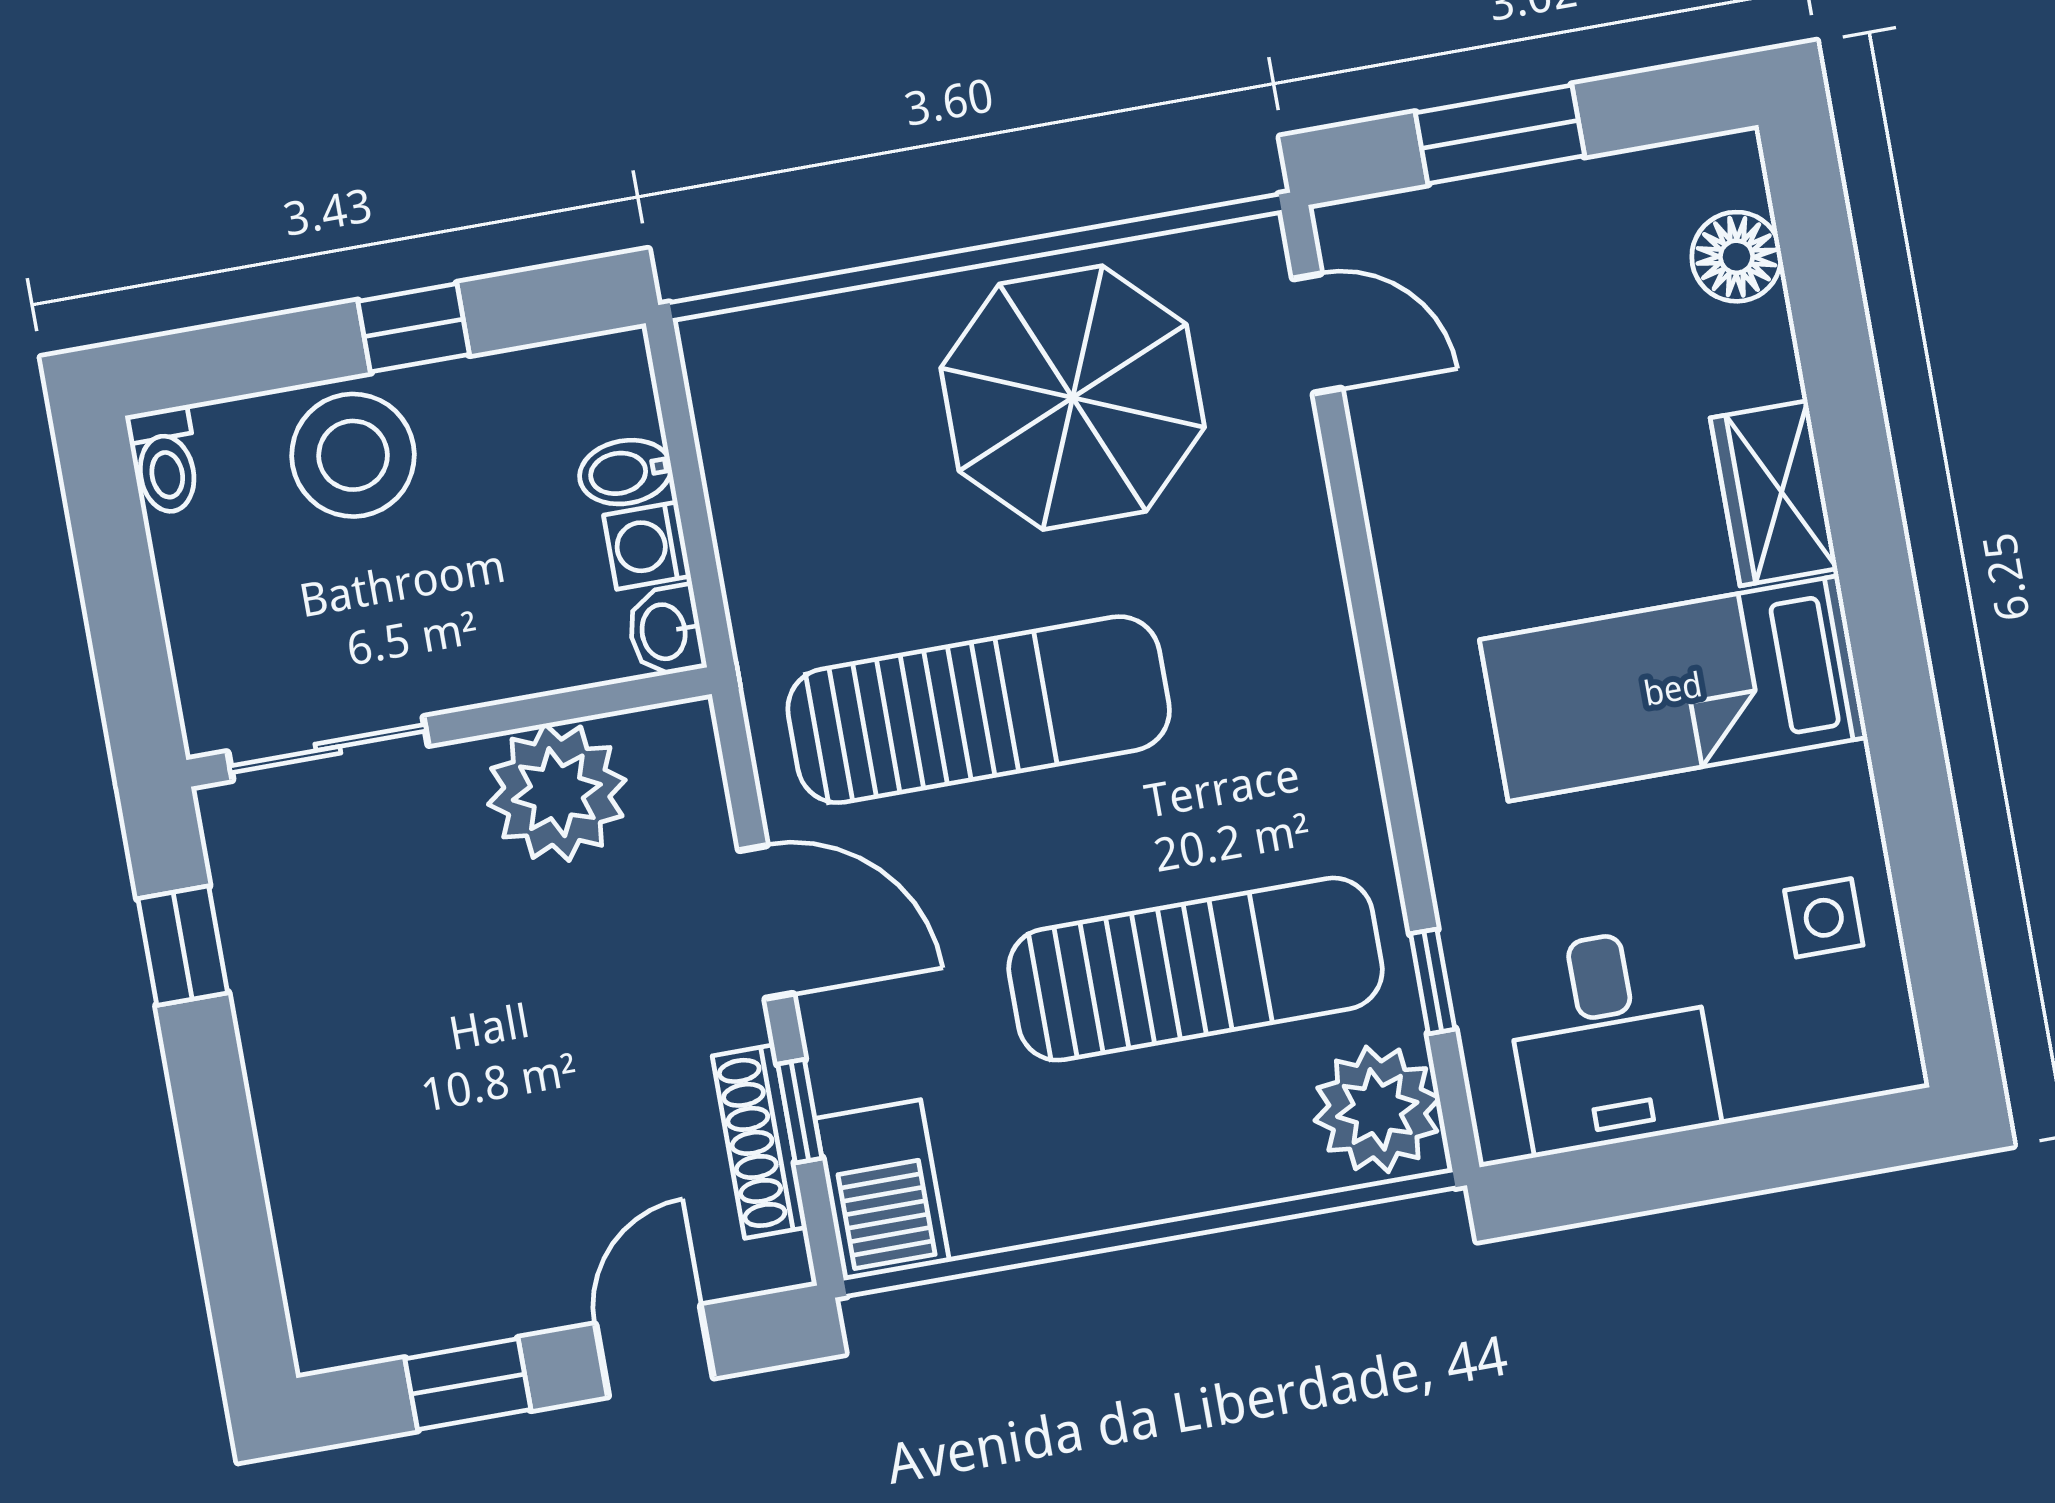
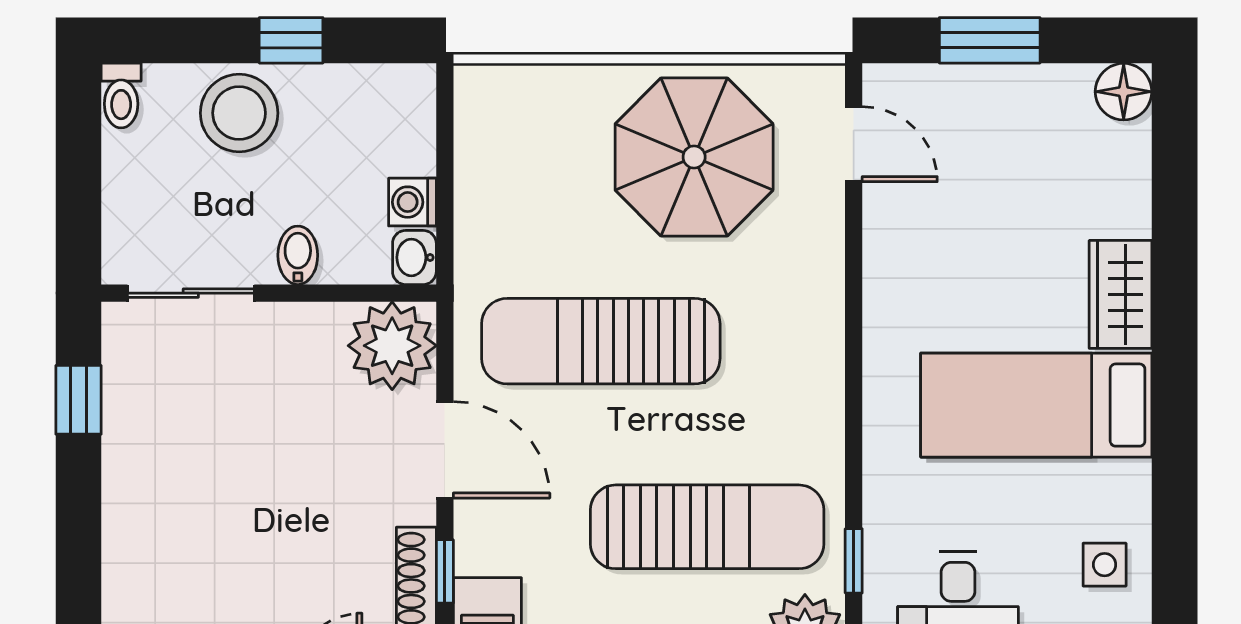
floor lamp: (1736, 257) -> (1124, 92), moved
bidet: (625, 472) -> (298, 255), moved, turned 90
sun lounger: (979, 710) -> (601, 341), turned 180
plant: (557, 792) -> (392, 346), moved

